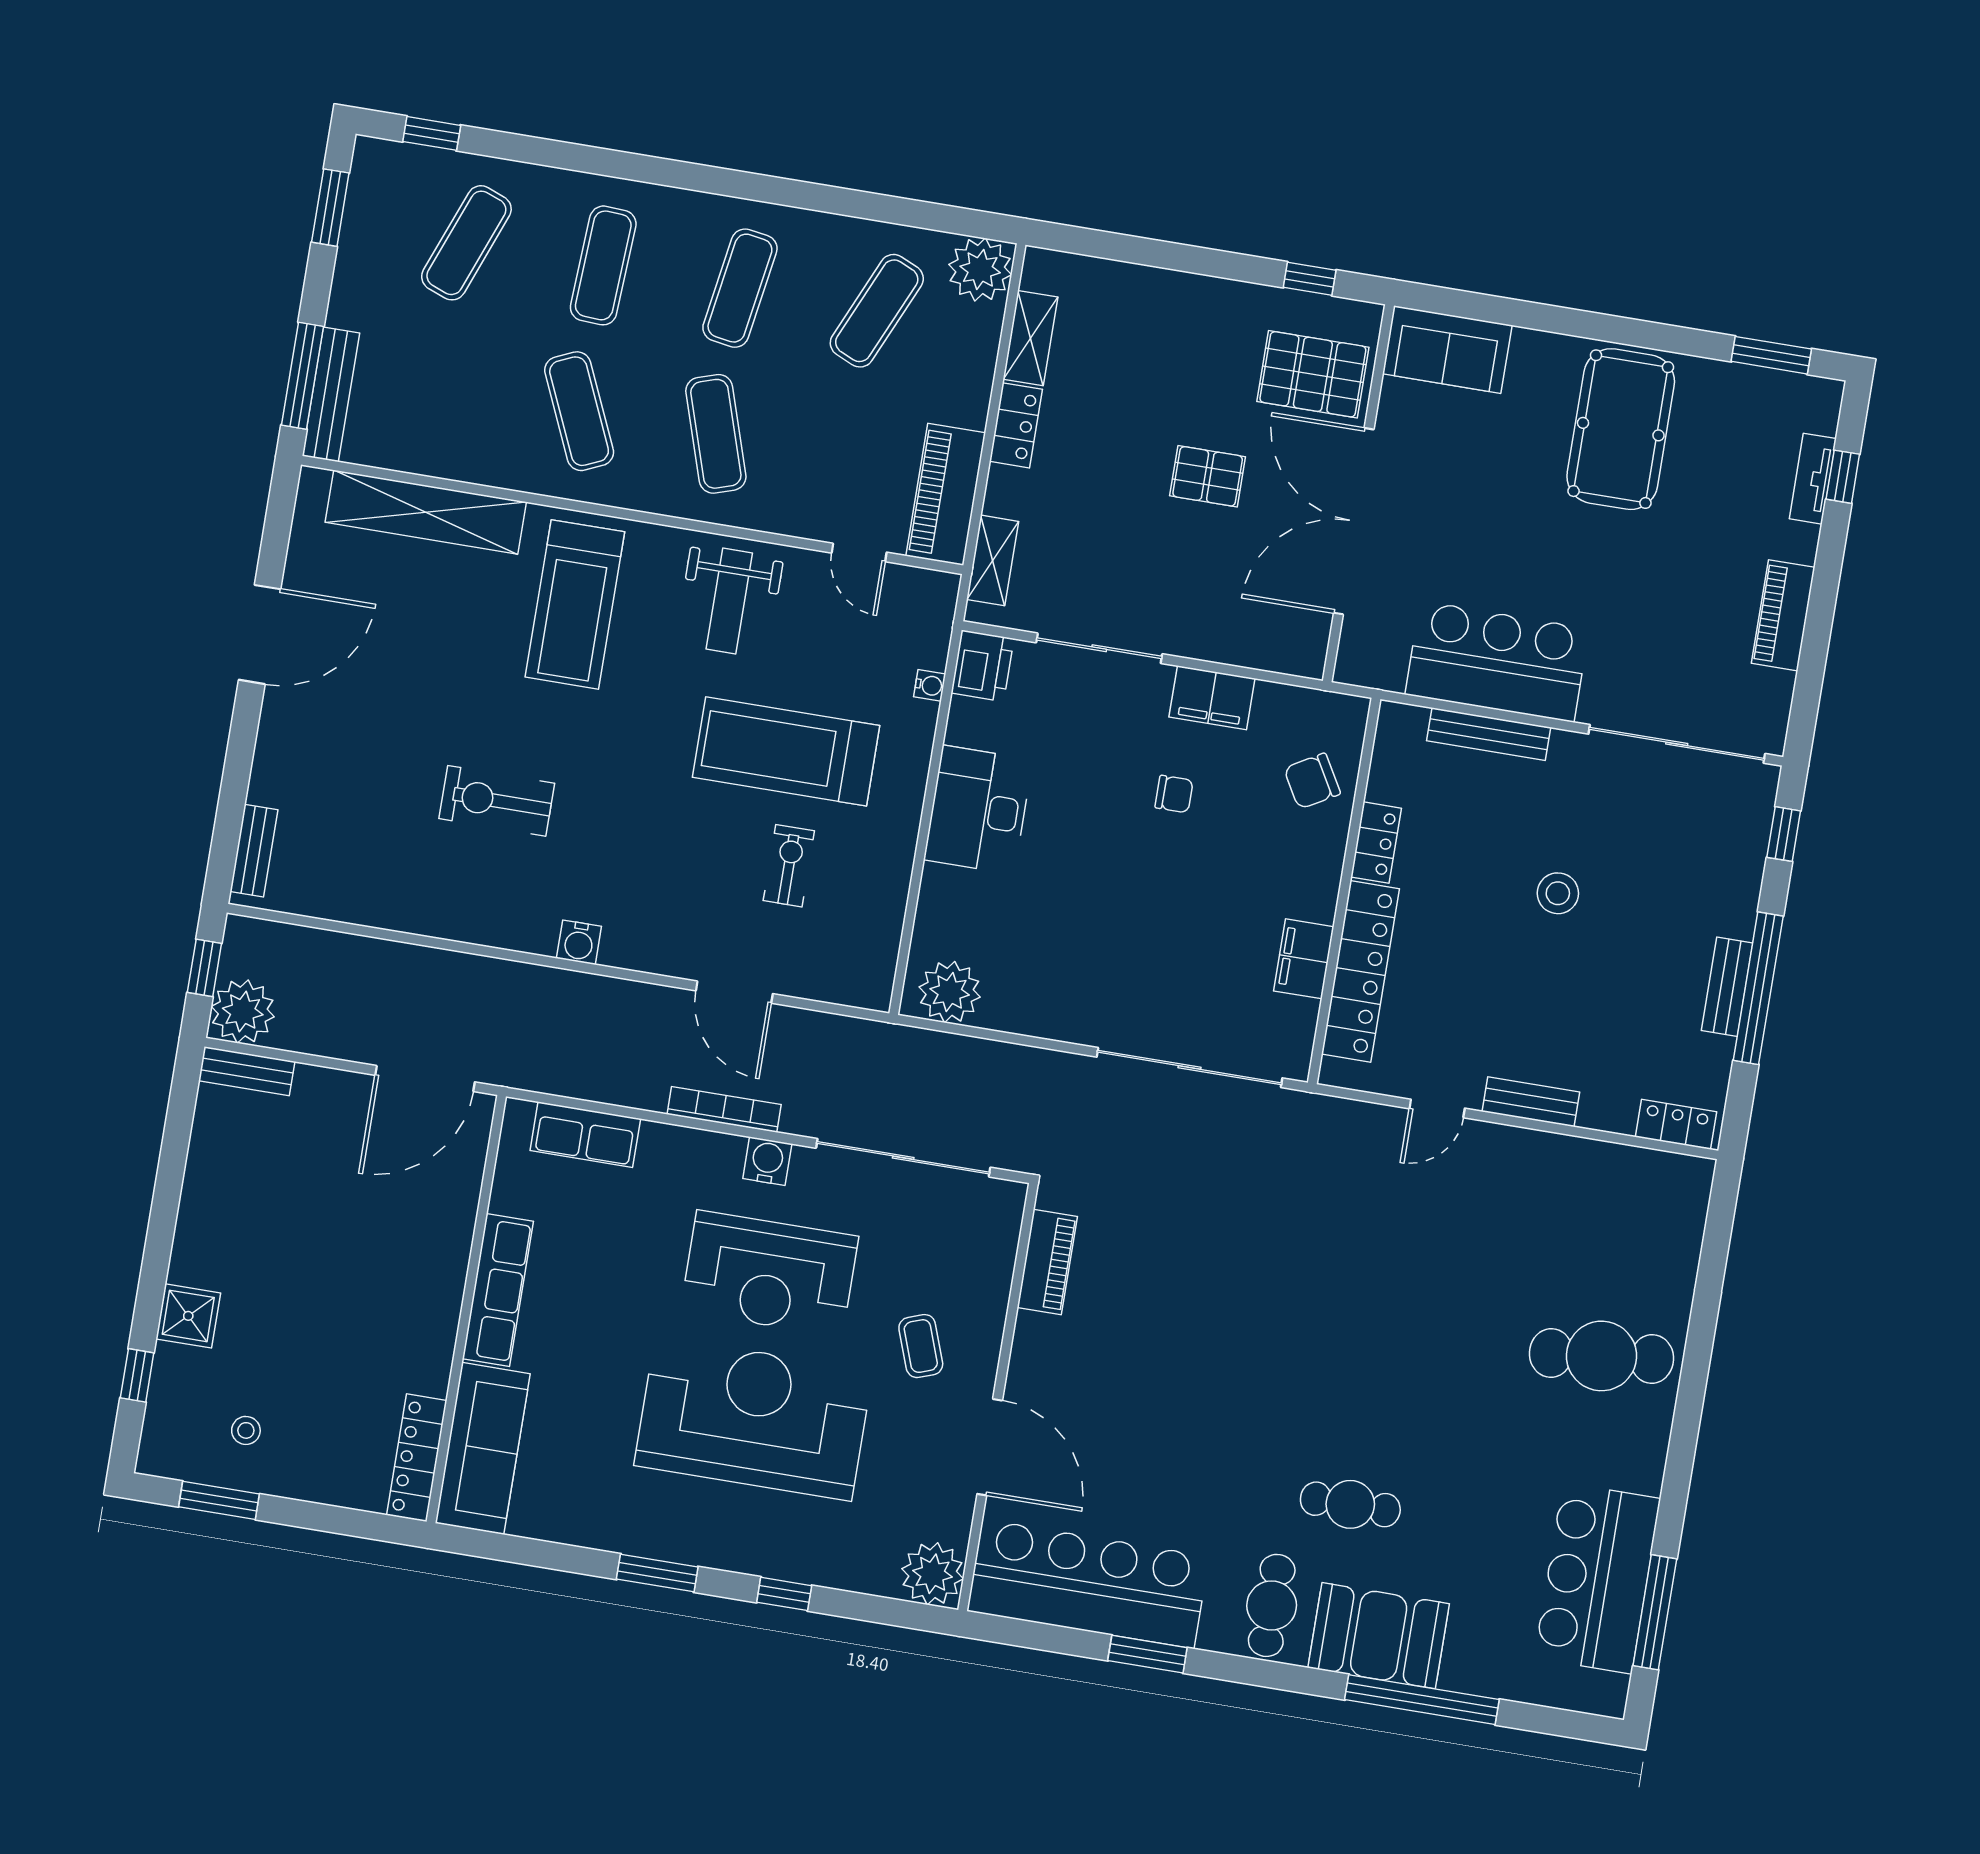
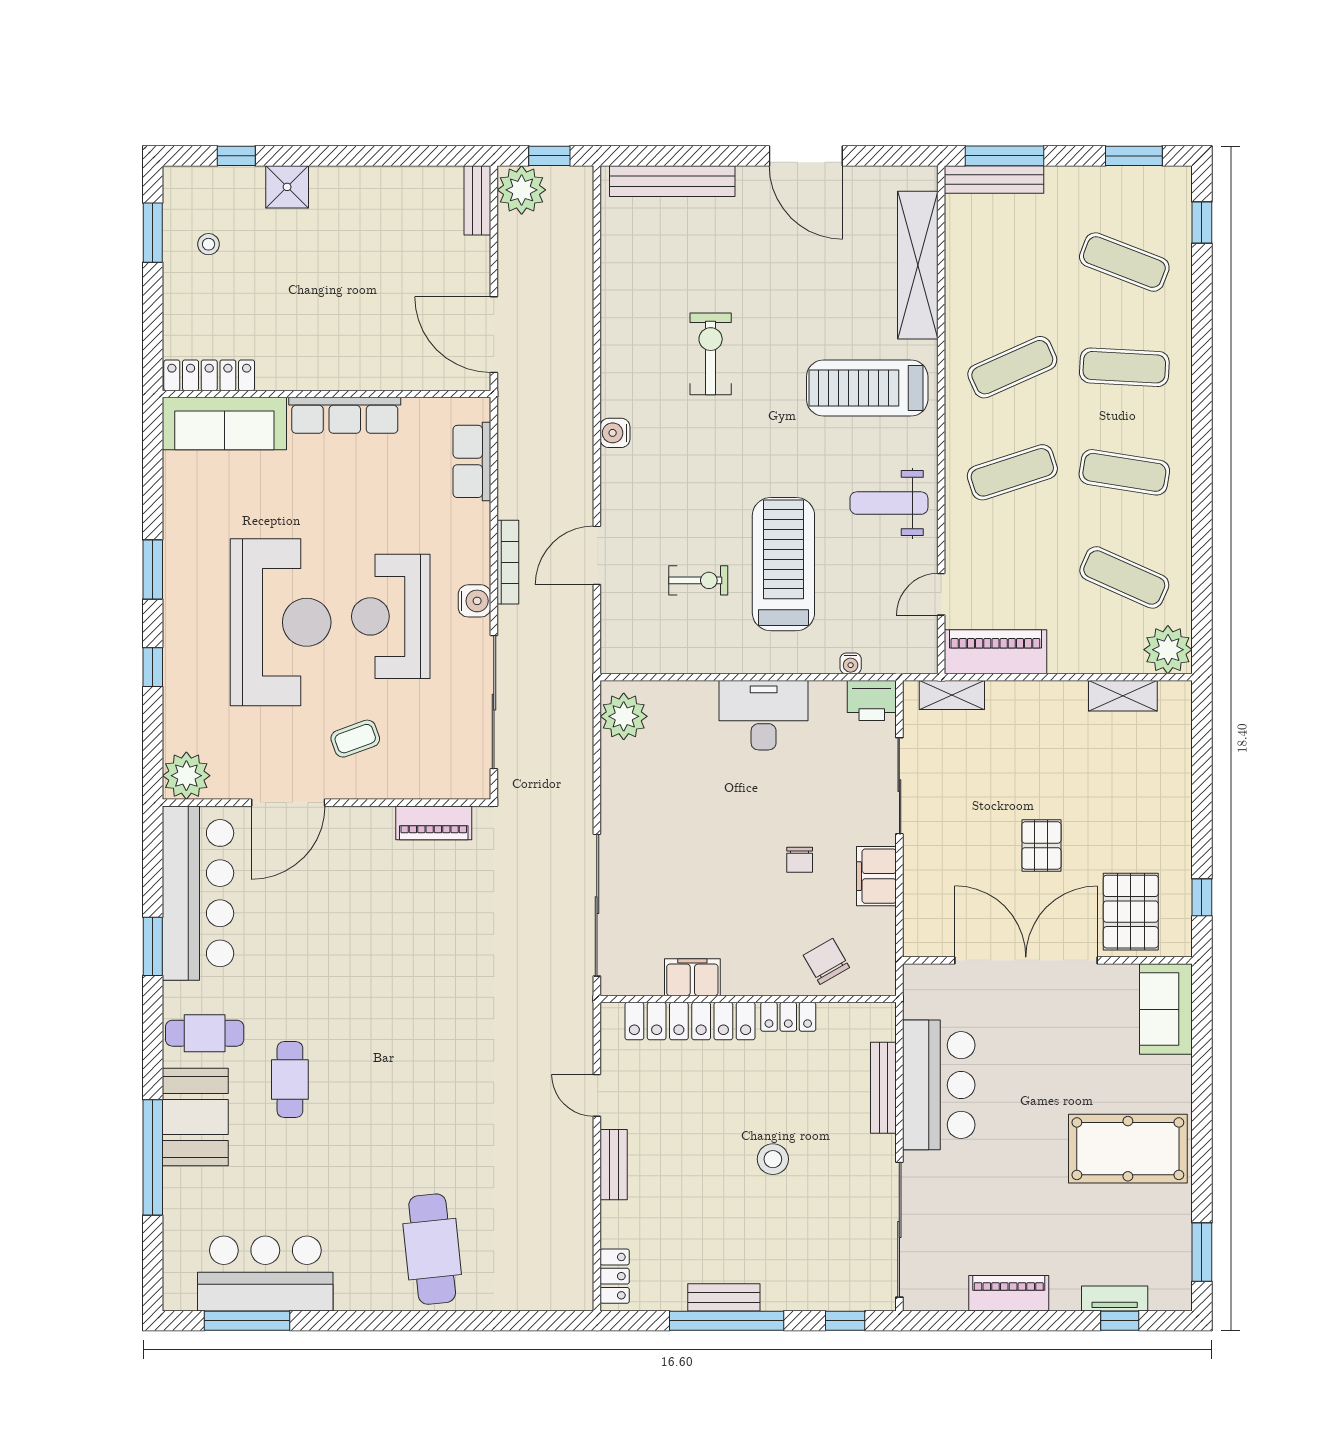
locker: (1016, 425) -> (1056, 696), removed
bench: (254, 851) -> (672, 181), width x1.86, depth x1.21

